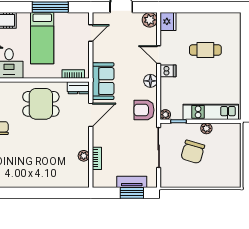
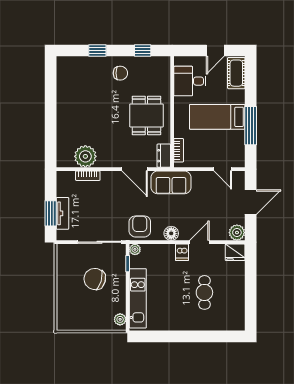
plant: (206, 128) -> (120, 319), moved
plant: (84, 156) -> (85, 156), width x1.88, depth x1.88

